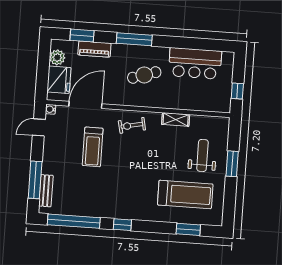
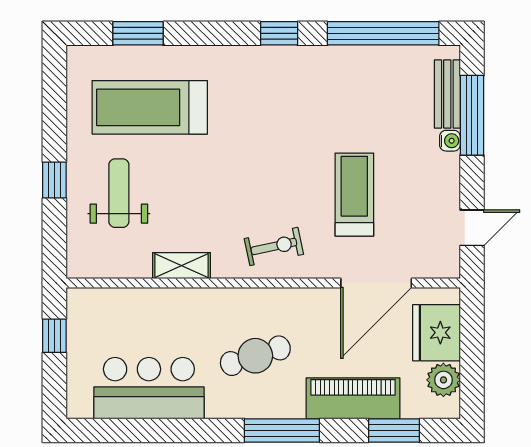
piano: (94, 49) -> (353, 398), width x1.37, depth x1.33
water cooler: (50, 109) -> (450, 141), moved
weight bench: (202, 155) -> (119, 193), turned 180
window: (232, 164) -> (54, 180), width x0.67

